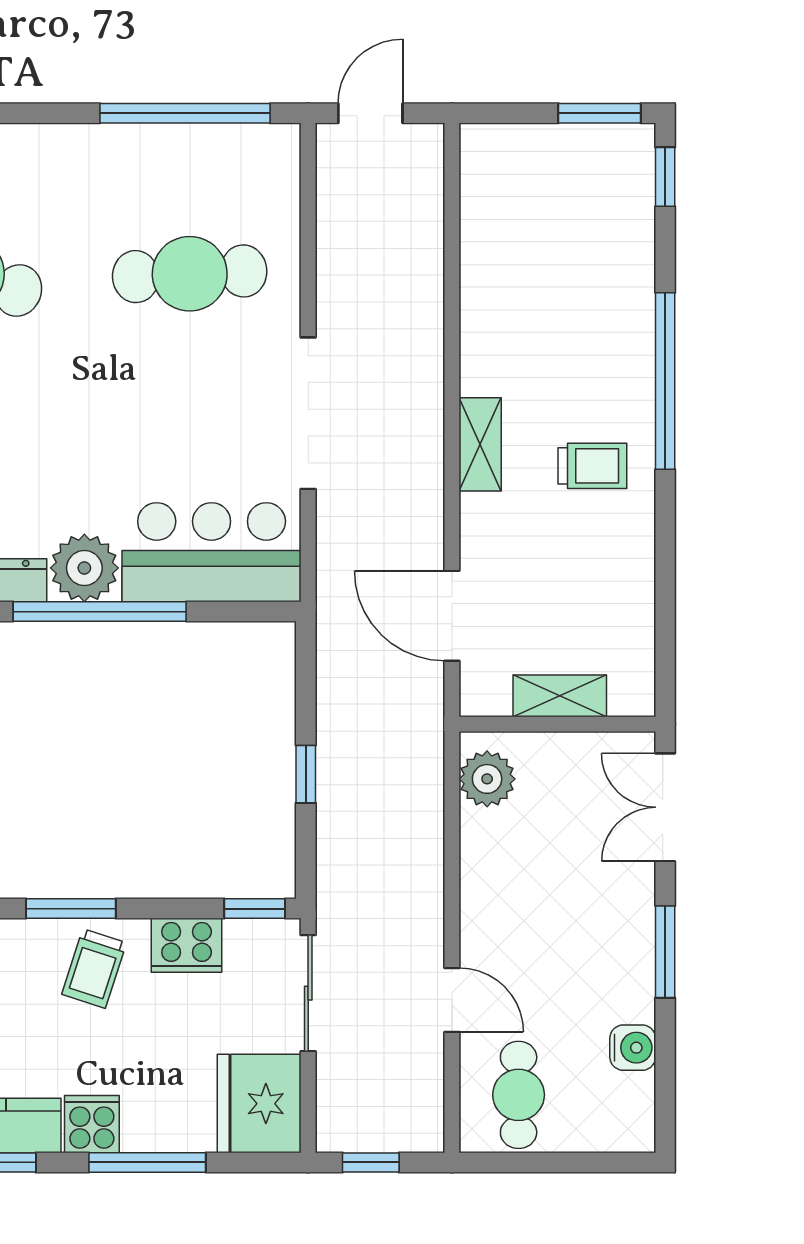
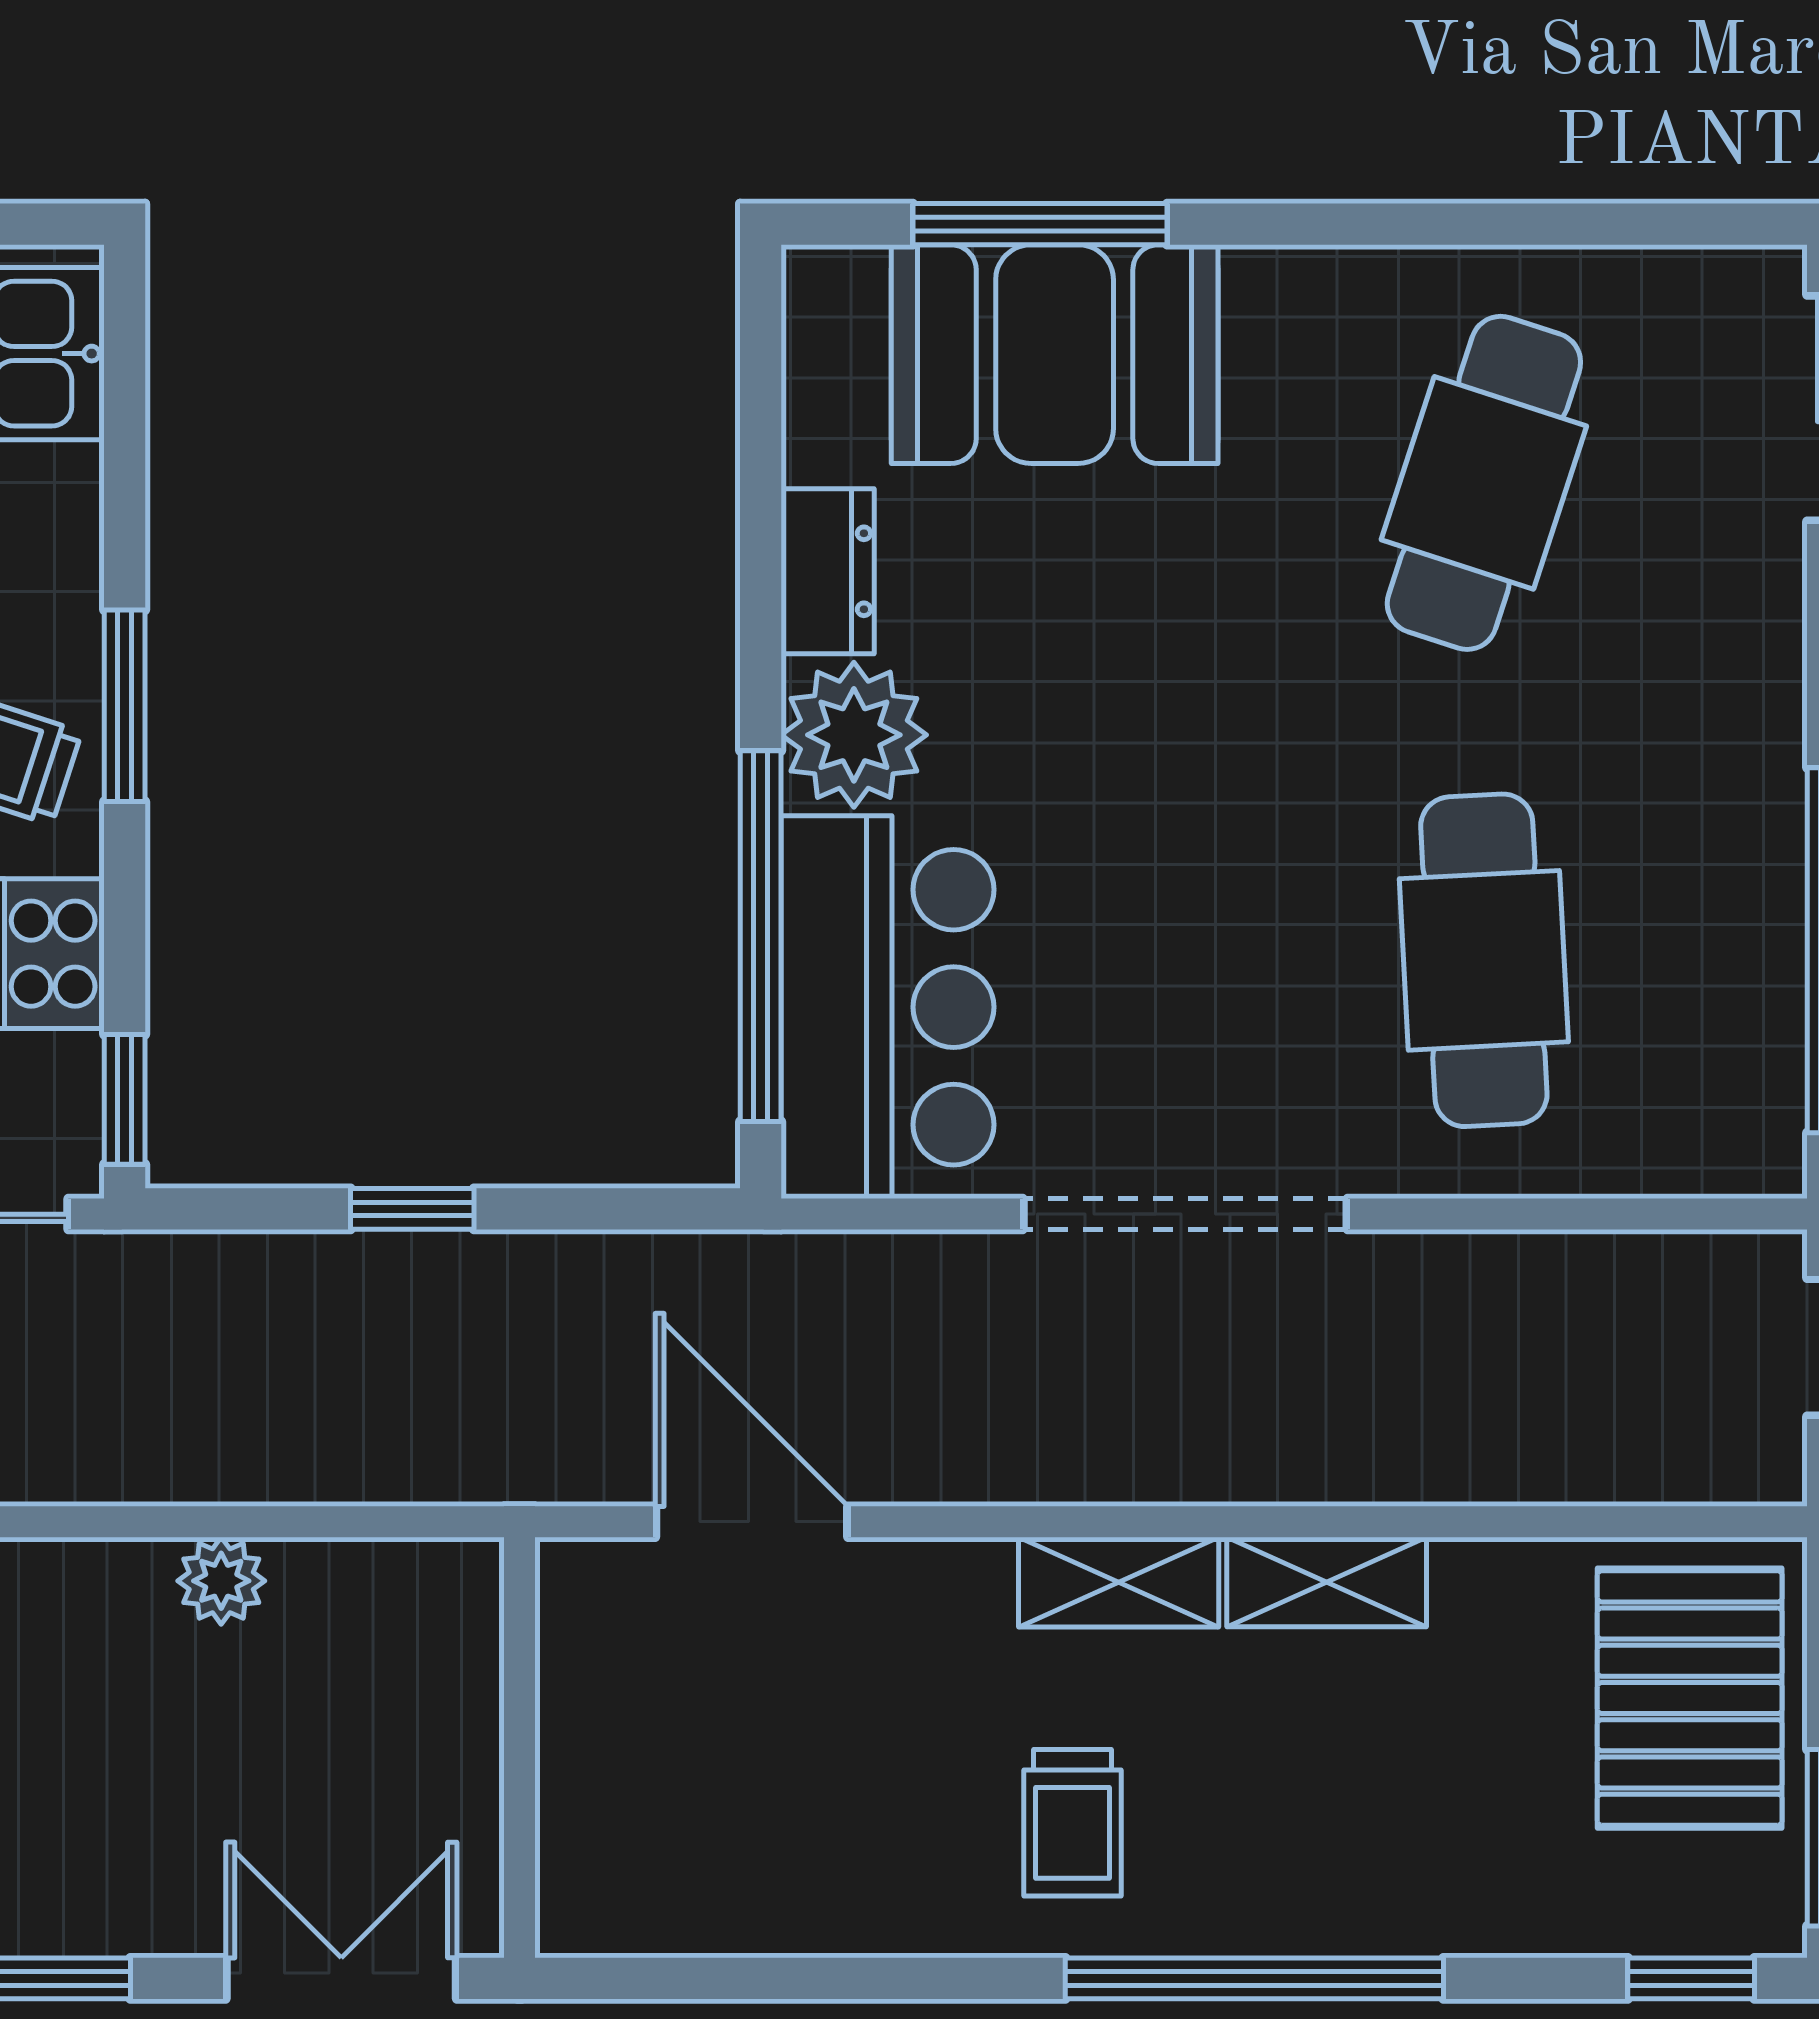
pallet: (534, 178) -> (1690, 1698), added
window: (100, 612) -> (761, 936), moved
door: (452, 616) -> (752, 1522), hinge flipped
shelving: (560, 696) -> (1327, 1582), moved, turned 90
plant: (487, 779) -> (221, 1581), moved, width x0.73, depth x0.73

